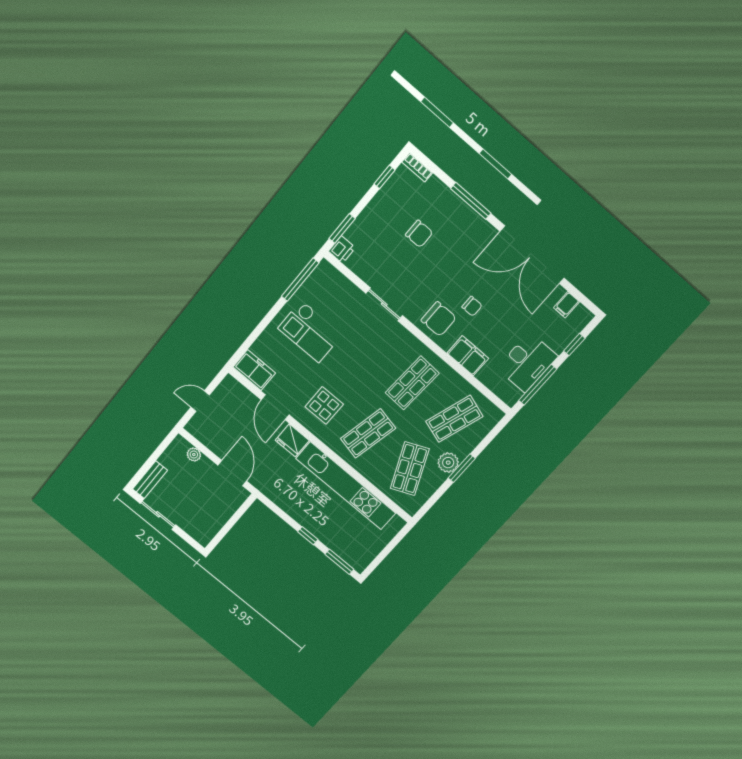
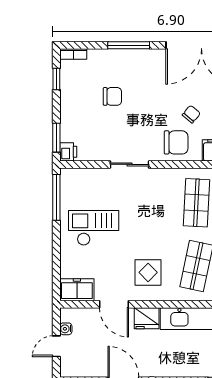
chair: (472, 306) -> (191, 114), turned -50
checkout: (310, 332) -> (94, 228), turned 180
water cooler: (219, 394) -> (66, 329), added

